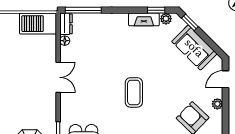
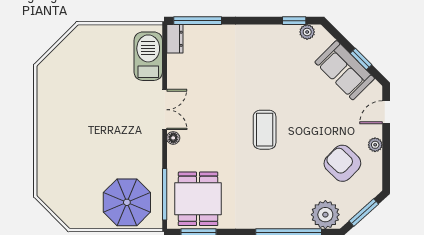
fireplace: (144, 19) -> (278, 33), removed
window: (190, 22) -> (361, 59), moved
barbecue: (38, 24) -> (148, 56), moved, turned 90
floor lamp: (65, 41) -> (173, 138), moved

